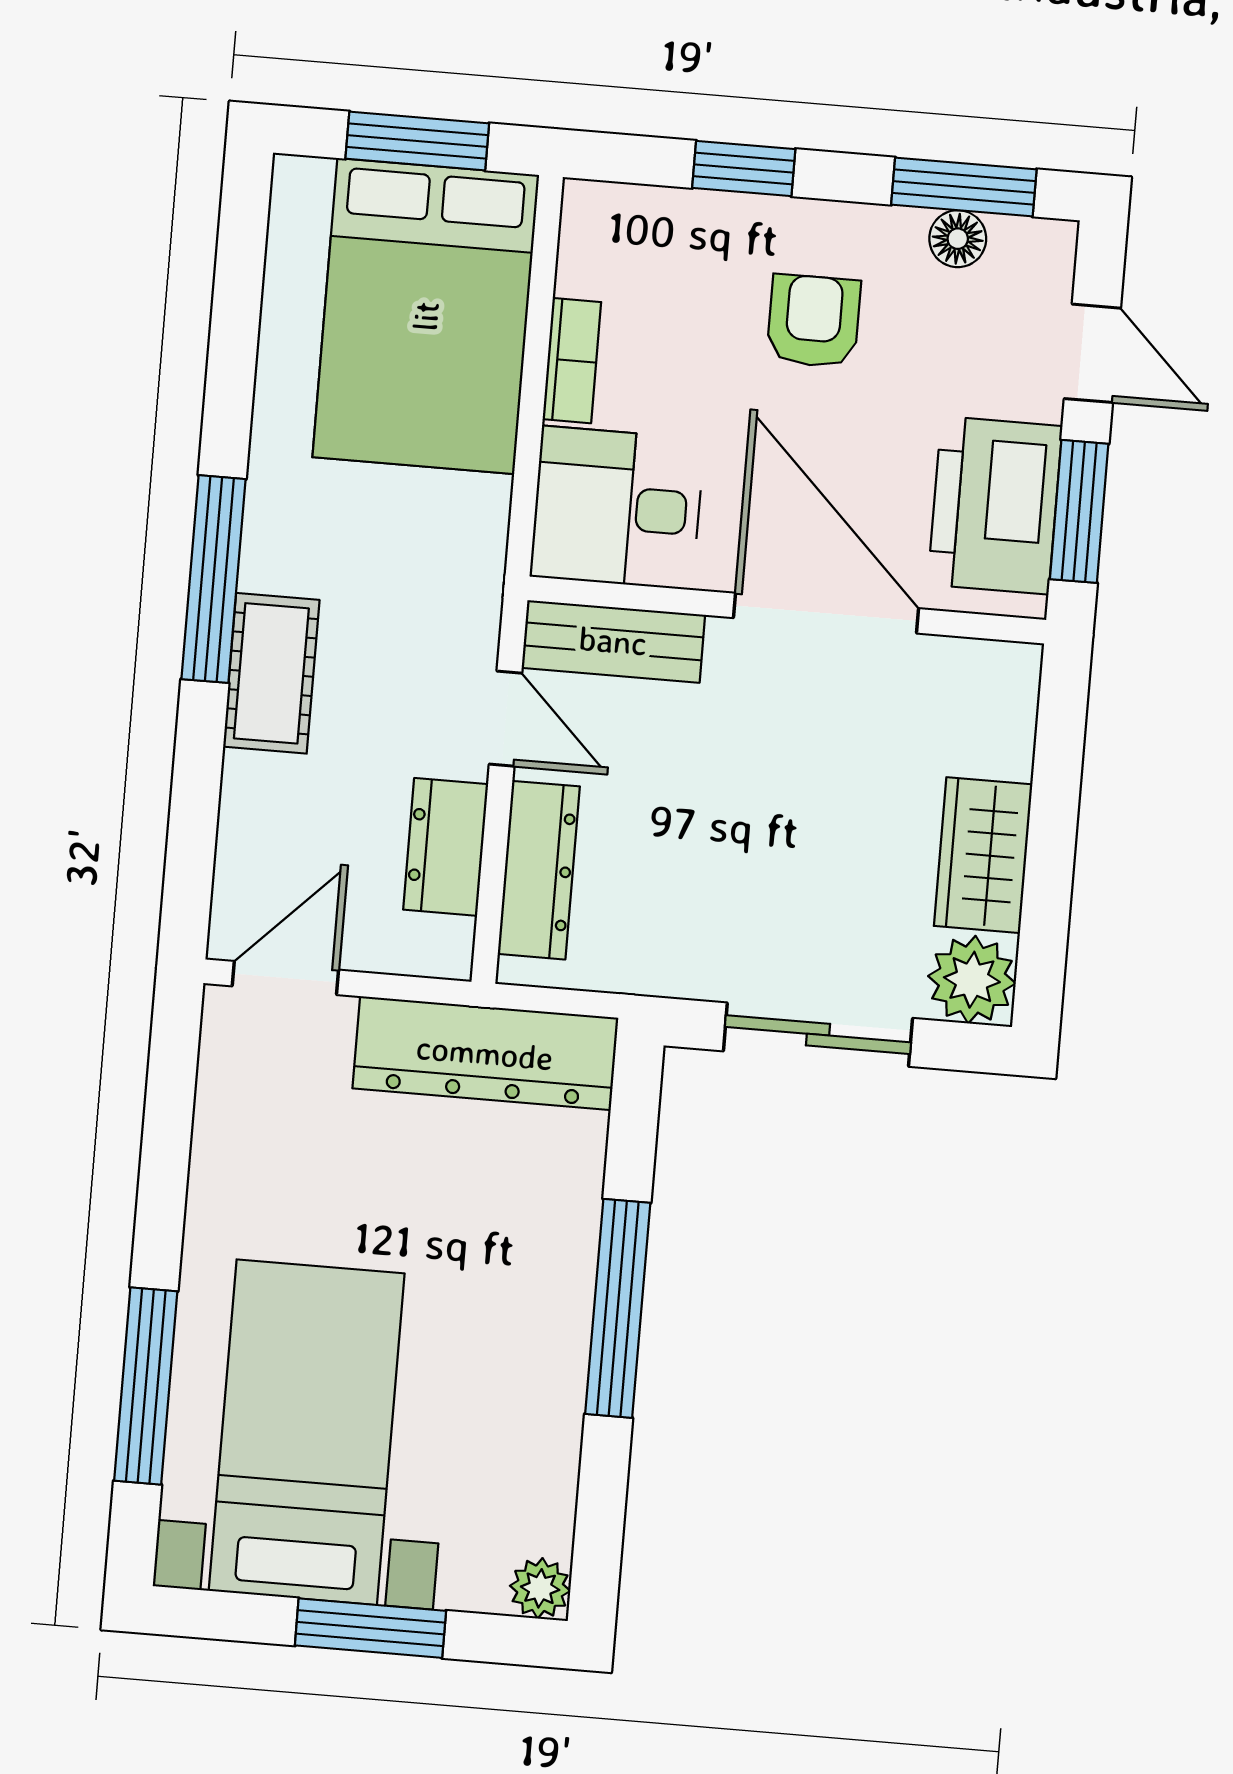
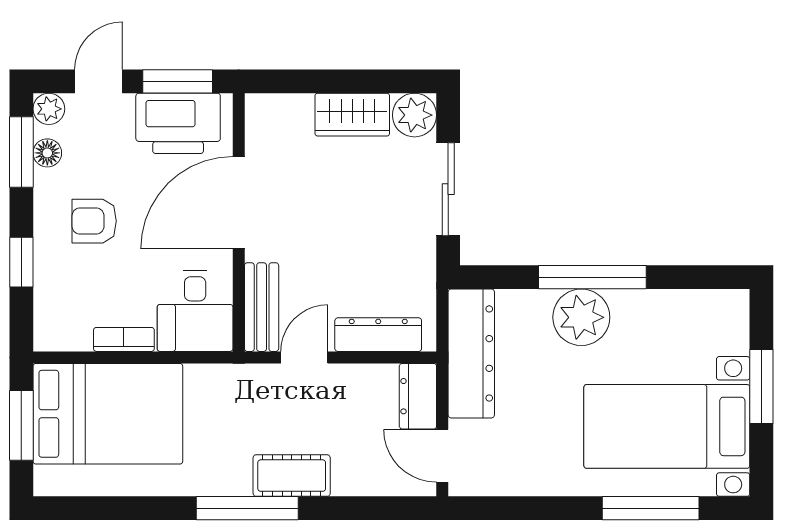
plant: (1046, 249) -> (49, 109), added
dresser: (446, 847) -> (418, 396), moved, turned 90
plant: (540, 1588) -> (581, 317), moved, width x1.88, depth x1.88

